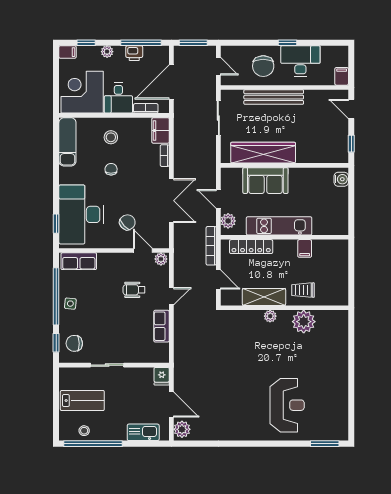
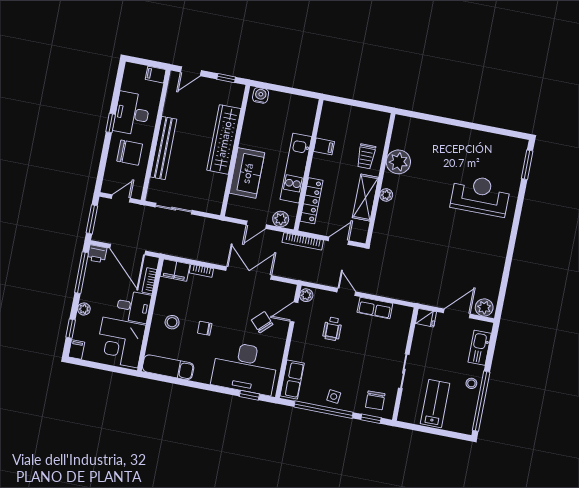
printer: (134, 53) -> (97, 254), moved, turned 90
wardrobe: (263, 153) -> (224, 139), moved
stool: (84, 431) -> (471, 383), moved

